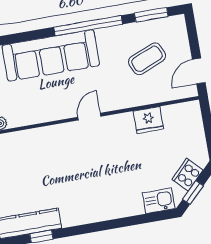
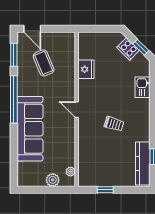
door: (199, 71) -> (32, 29), moved
trolley: (78, 173) -> (114, 124), added
kitchen sink: (159, 201) -> (143, 87), moved

